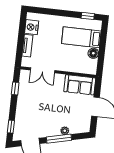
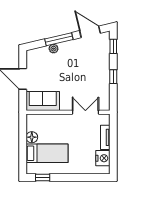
window: (15, 88) -> (113, 77), moved

